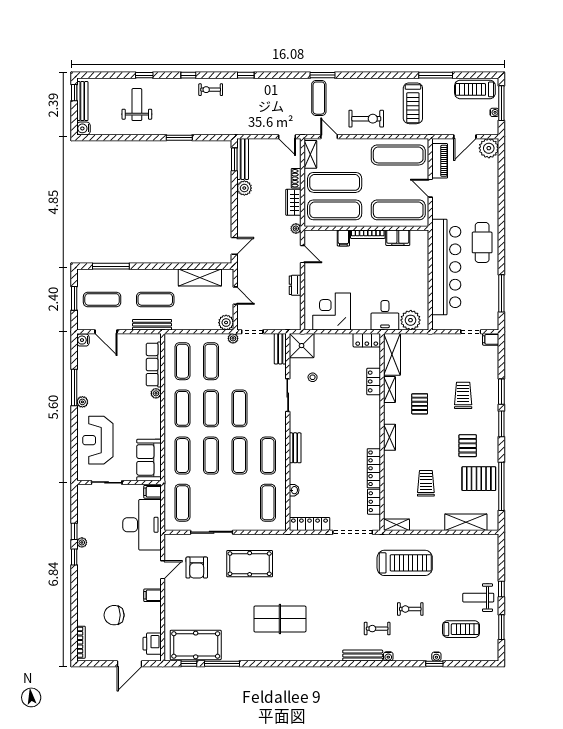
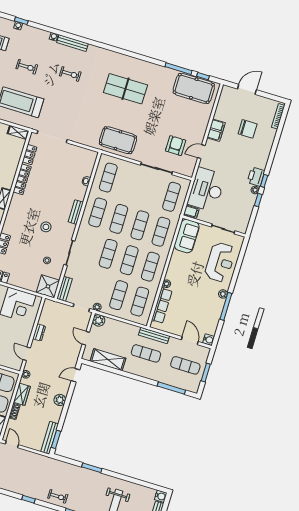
plant: (244, 188) -> (60, 400), moved
stool: (326, 418) -> (46, 227), added
locker: (309, 524) -> (82, 152), removed
pool table: (250, 564) -> (118, 140), moved
filing cabinet: (152, 595) -> (216, 130), width x2.00
exercise bike: (377, 629) -> (70, 74), moved
printer: (152, 644) -> (256, 177), moved, turned 180

